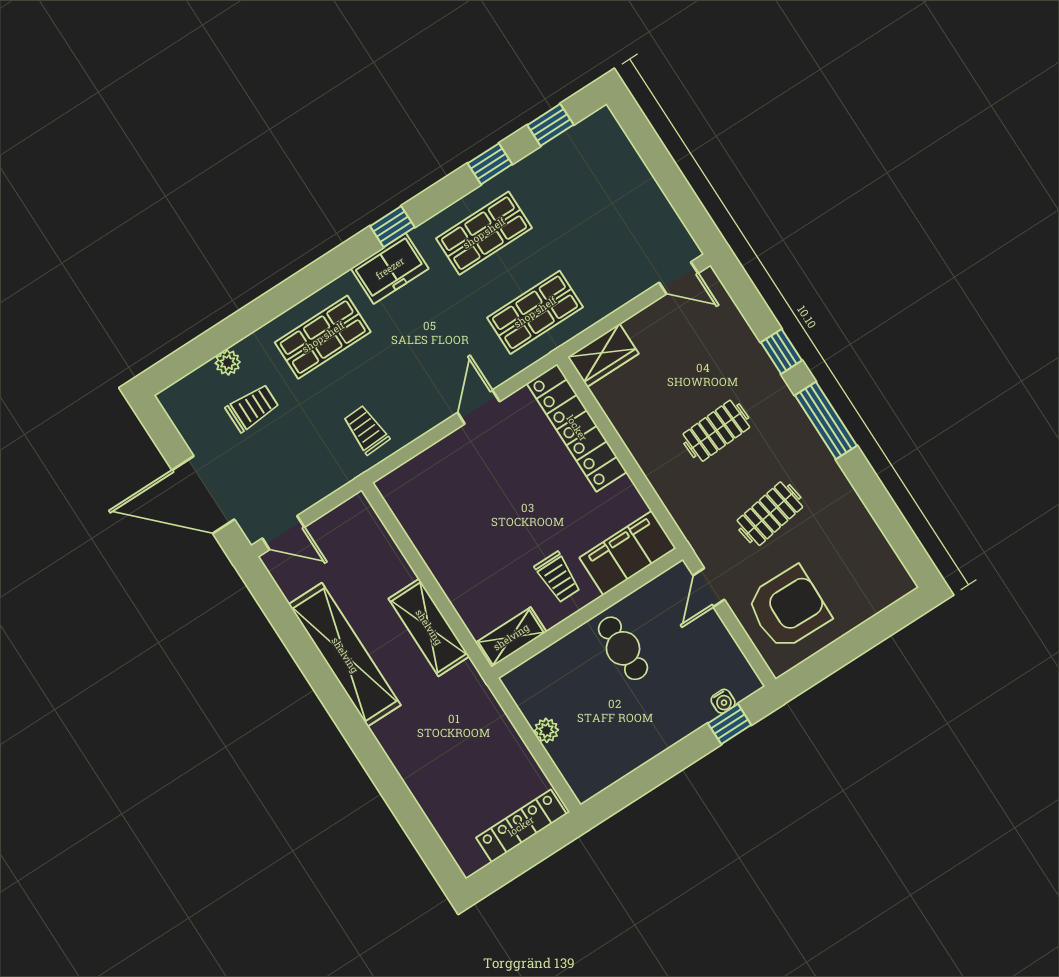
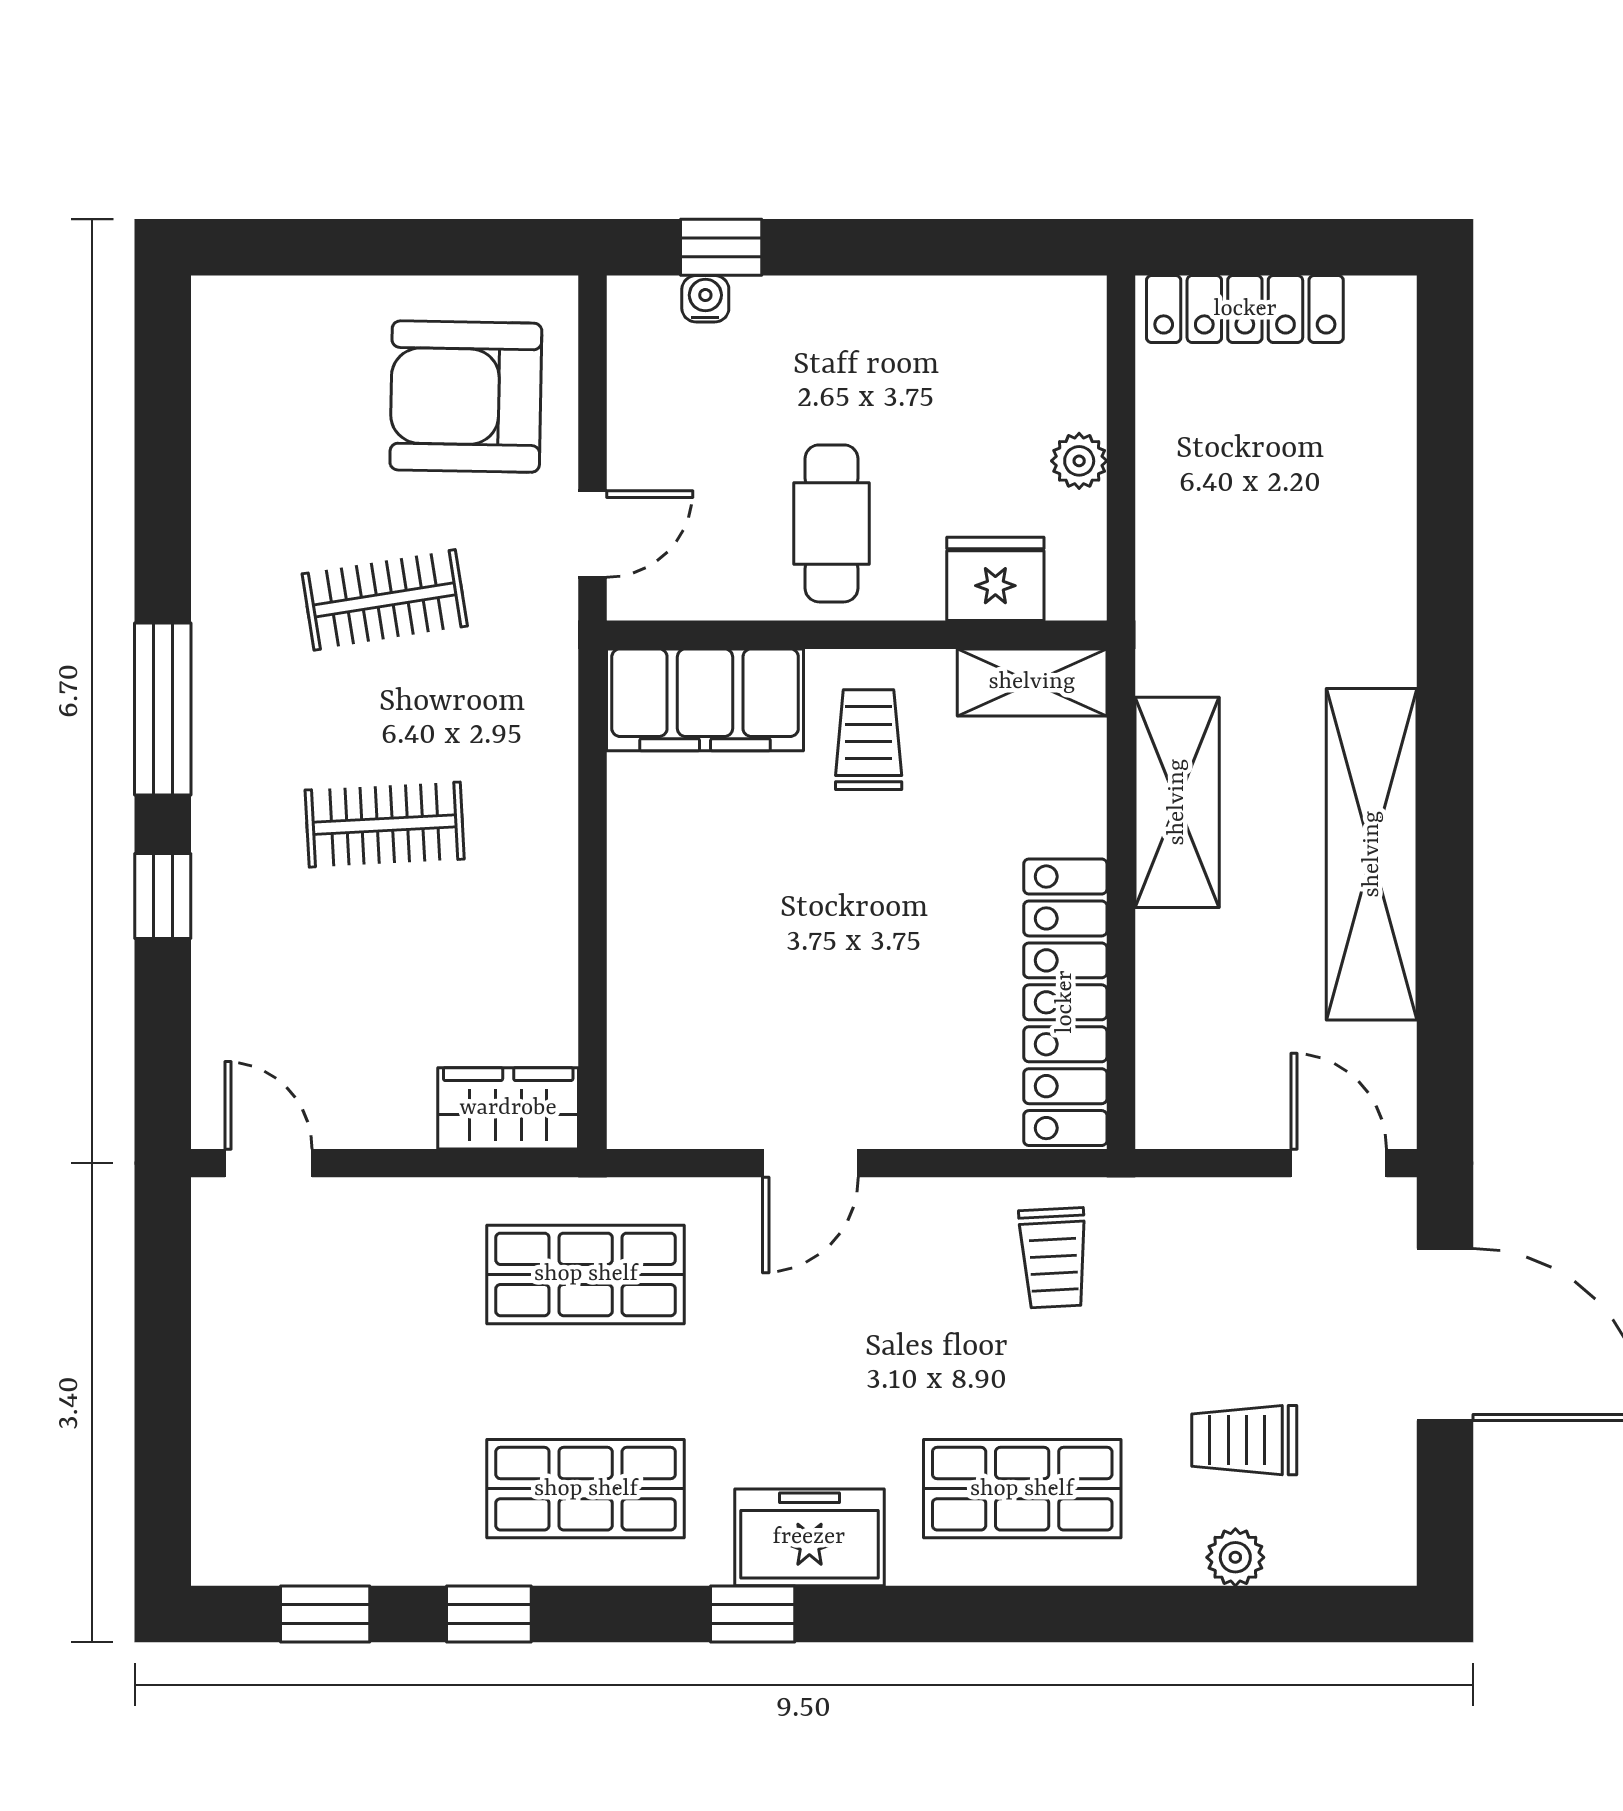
locker: (577, 428) -> (1065, 1002), moved, turned 180
fridge: (549, 667) -> (995, 579), added

